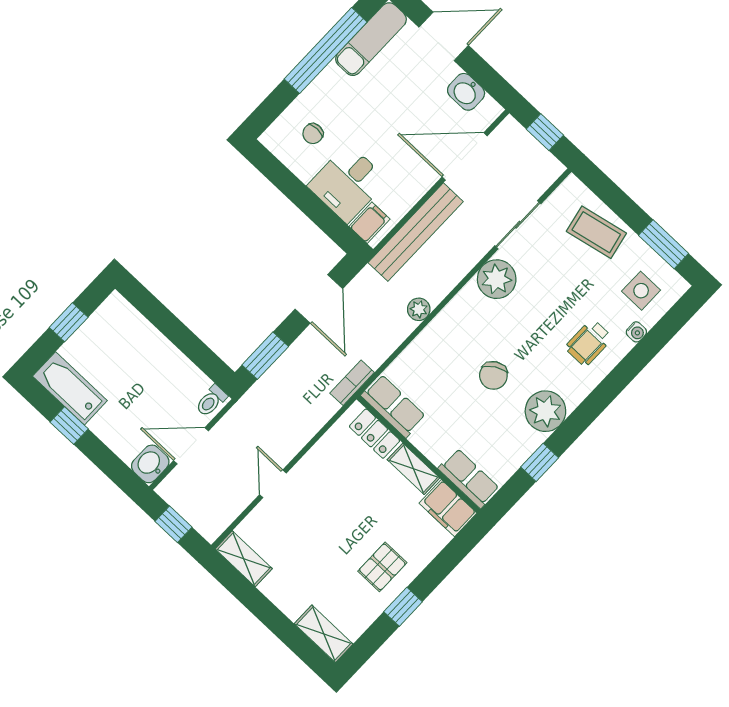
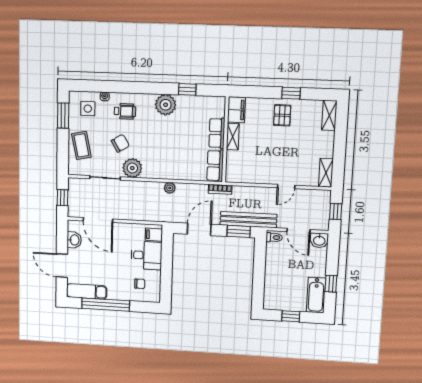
bench: (416, 232) -> (248, 220), moved
chair: (493, 375) -> (120, 143), moved
locker: (375, 434) -> (232, 164), removed
row of seats: (469, 478) -> (217, 133), moved
pallet: (382, 567) -> (282, 115), turned 90

